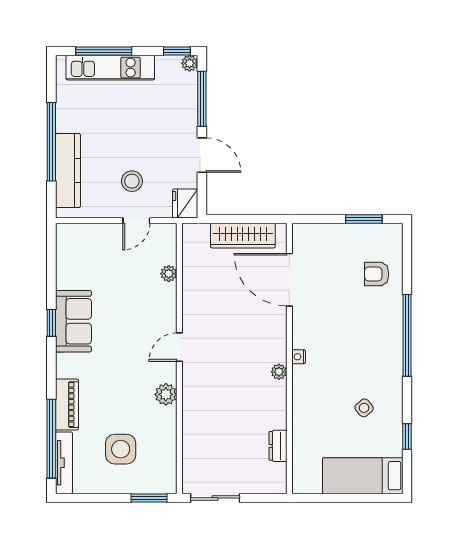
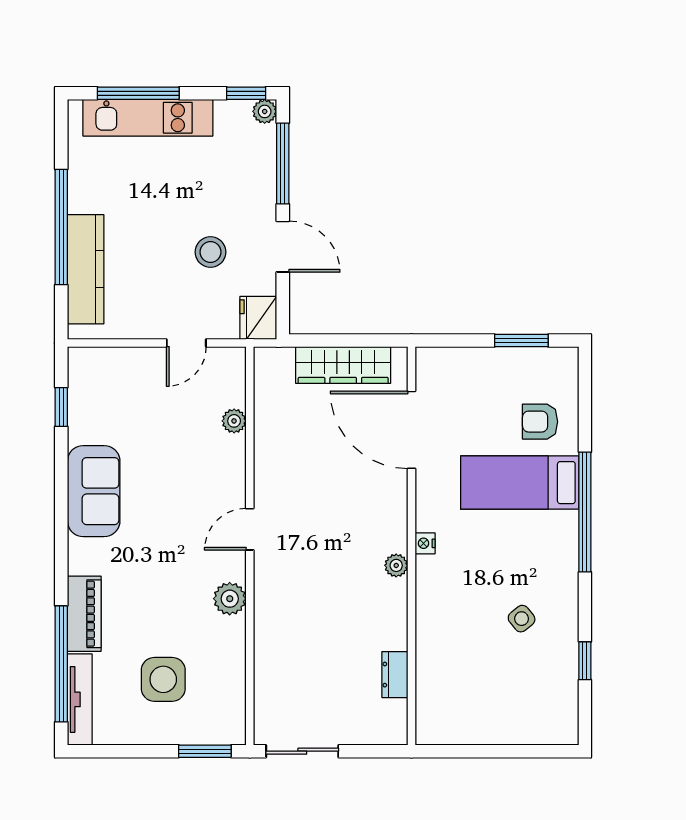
stool: (132, 181) -> (211, 252), moved
window: (51, 323) -> (61, 407), moved
bed: (363, 476) -> (520, 483), moved

